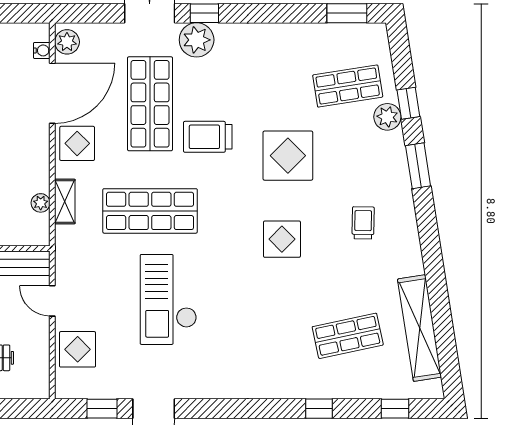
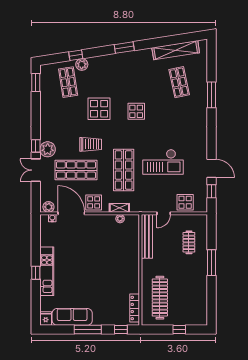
trolley: (208, 137) -> (91, 144), turned -90
window: (418, 166) -> (124, 48), moved
trolley: (363, 223) -> (129, 75), removed
window: (319, 409) -> (211, 95), width x2.17
window: (395, 409) -> (211, 61), removed

